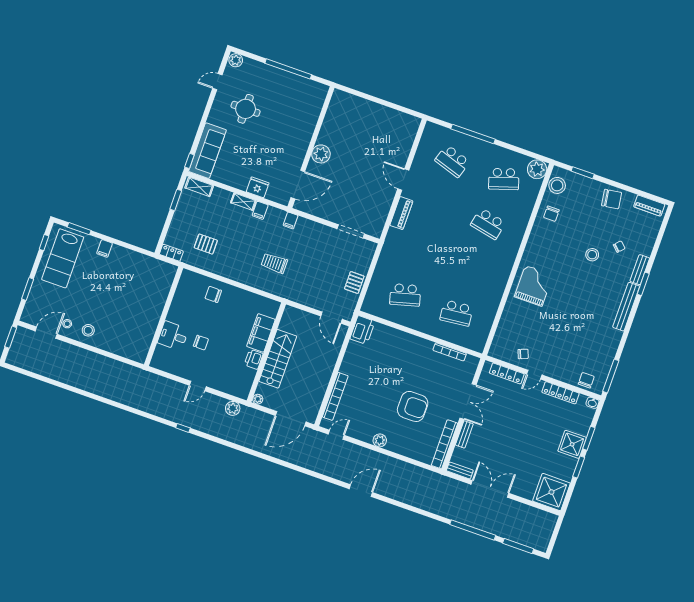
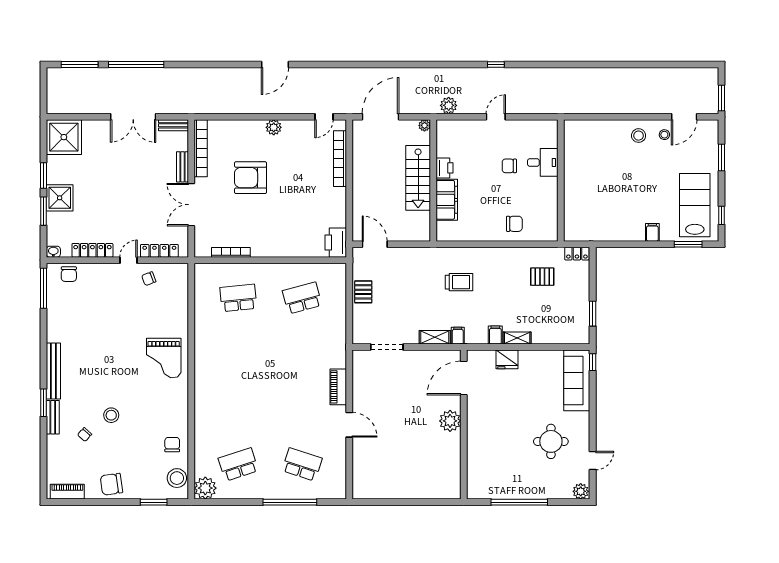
shelving: (199, 187) -> (435, 337), moved
school desk: (488, 224) -> (238, 409), removed

